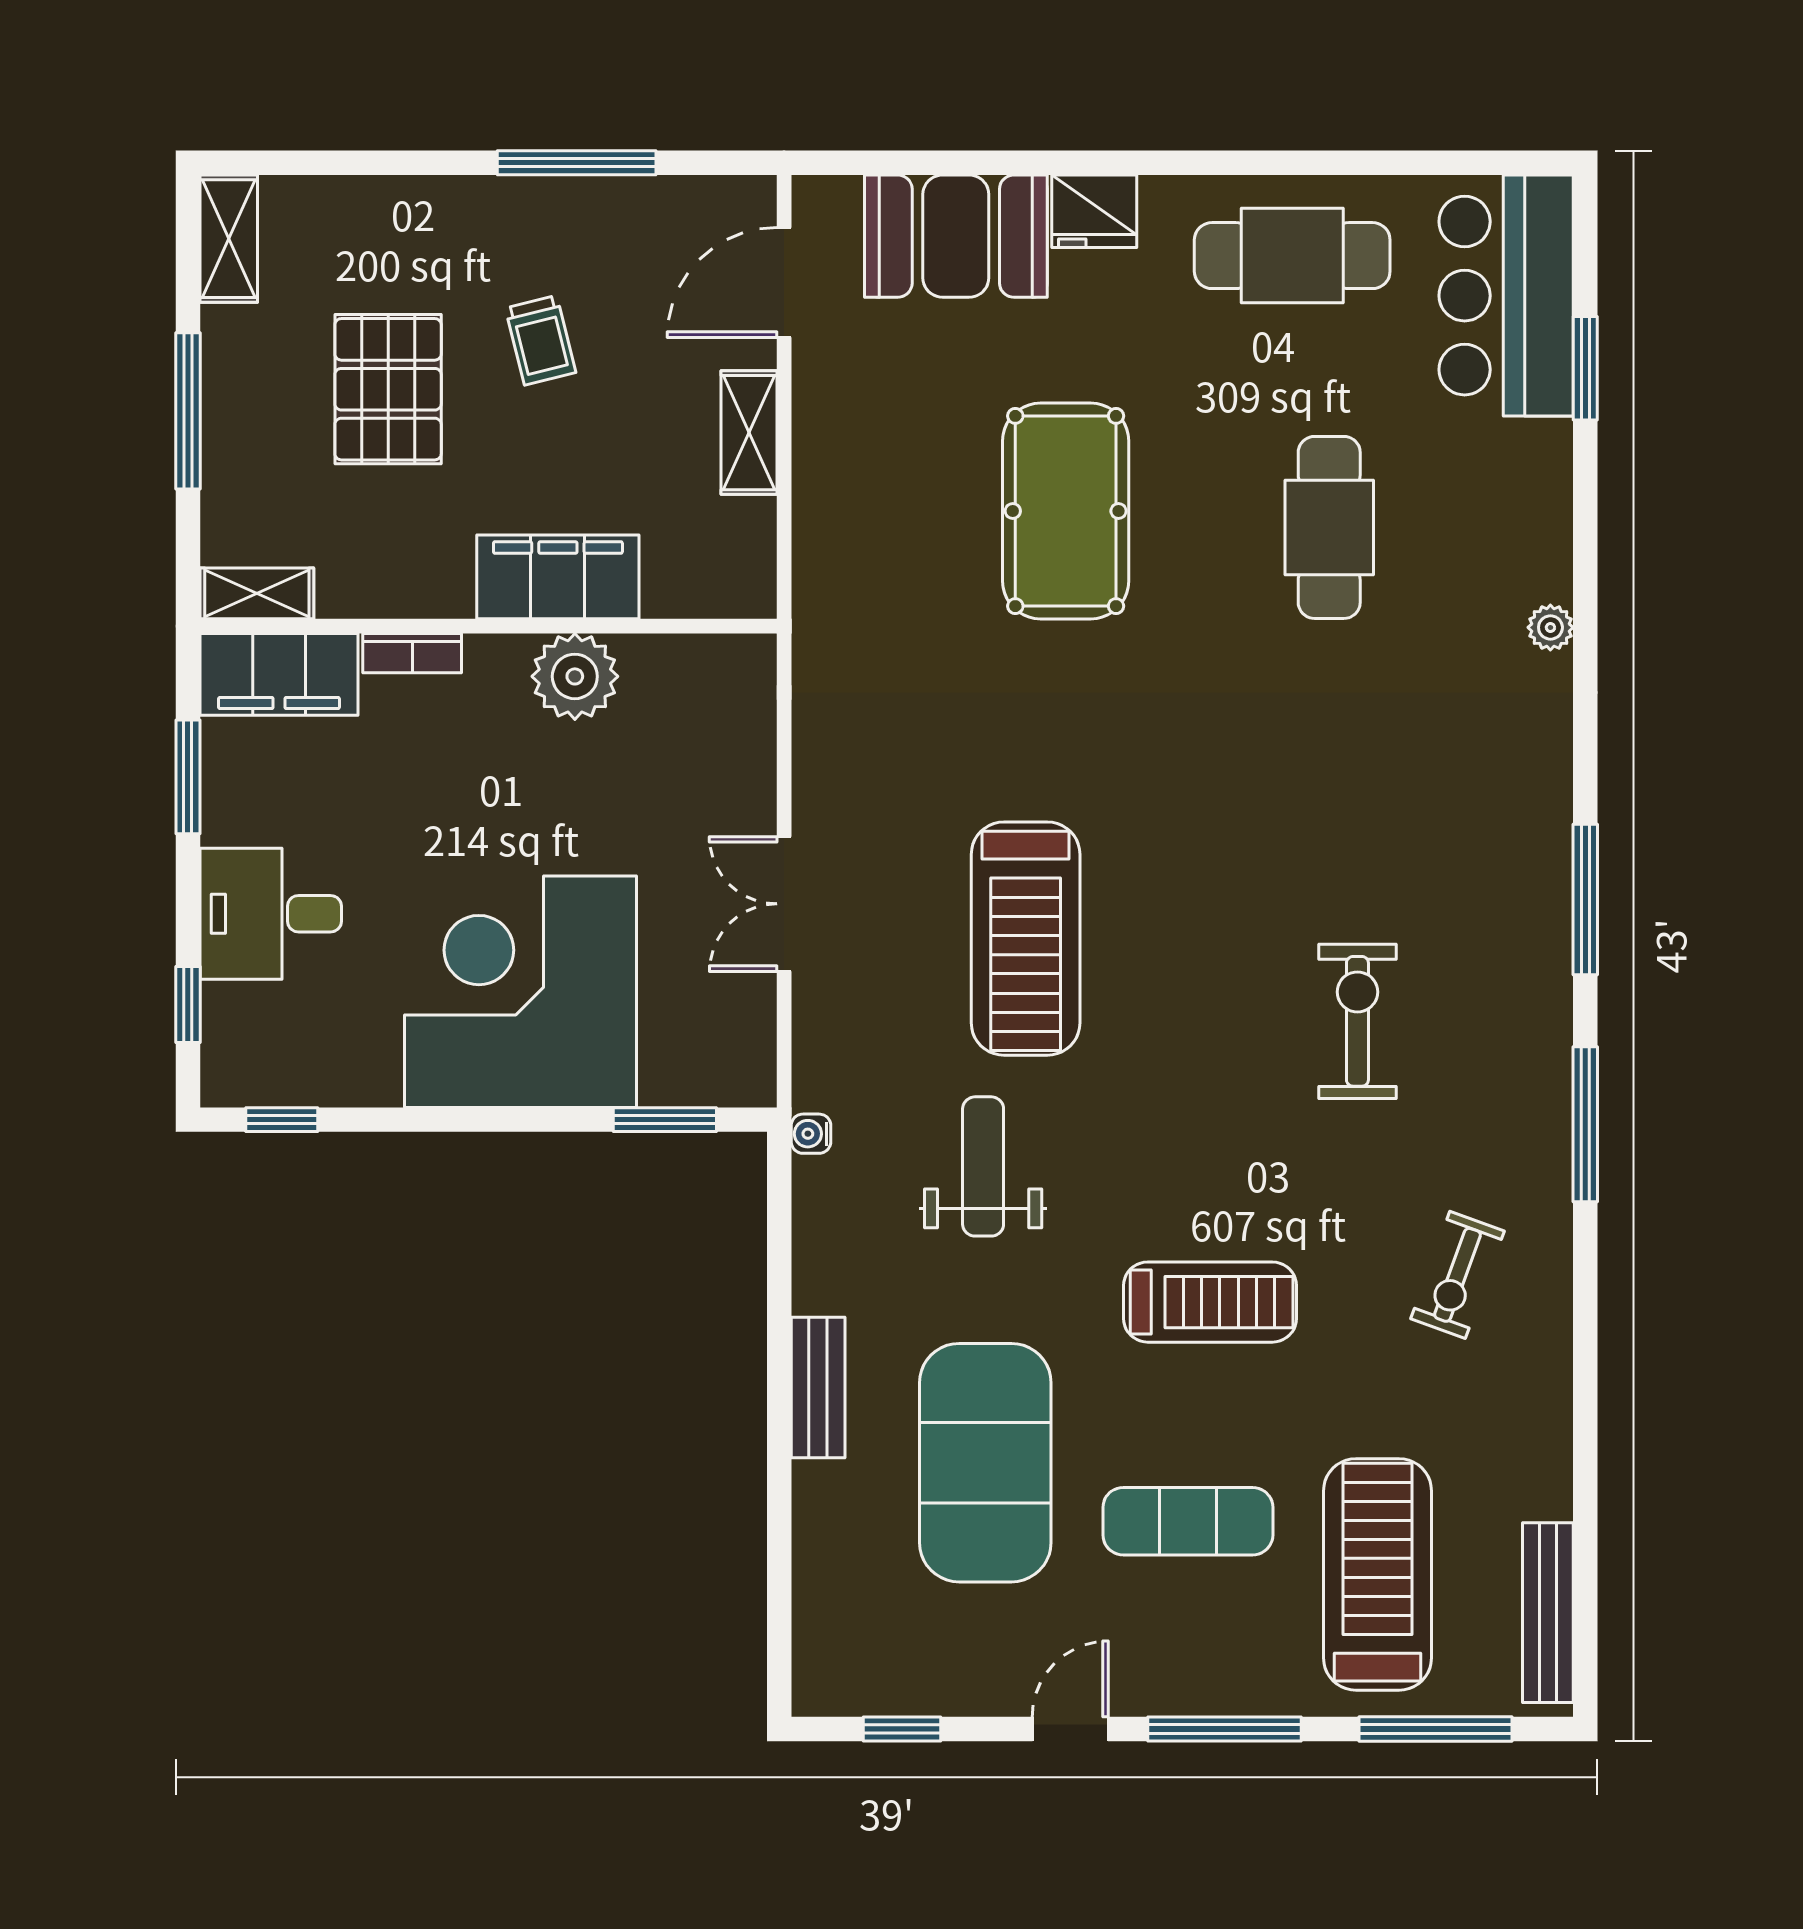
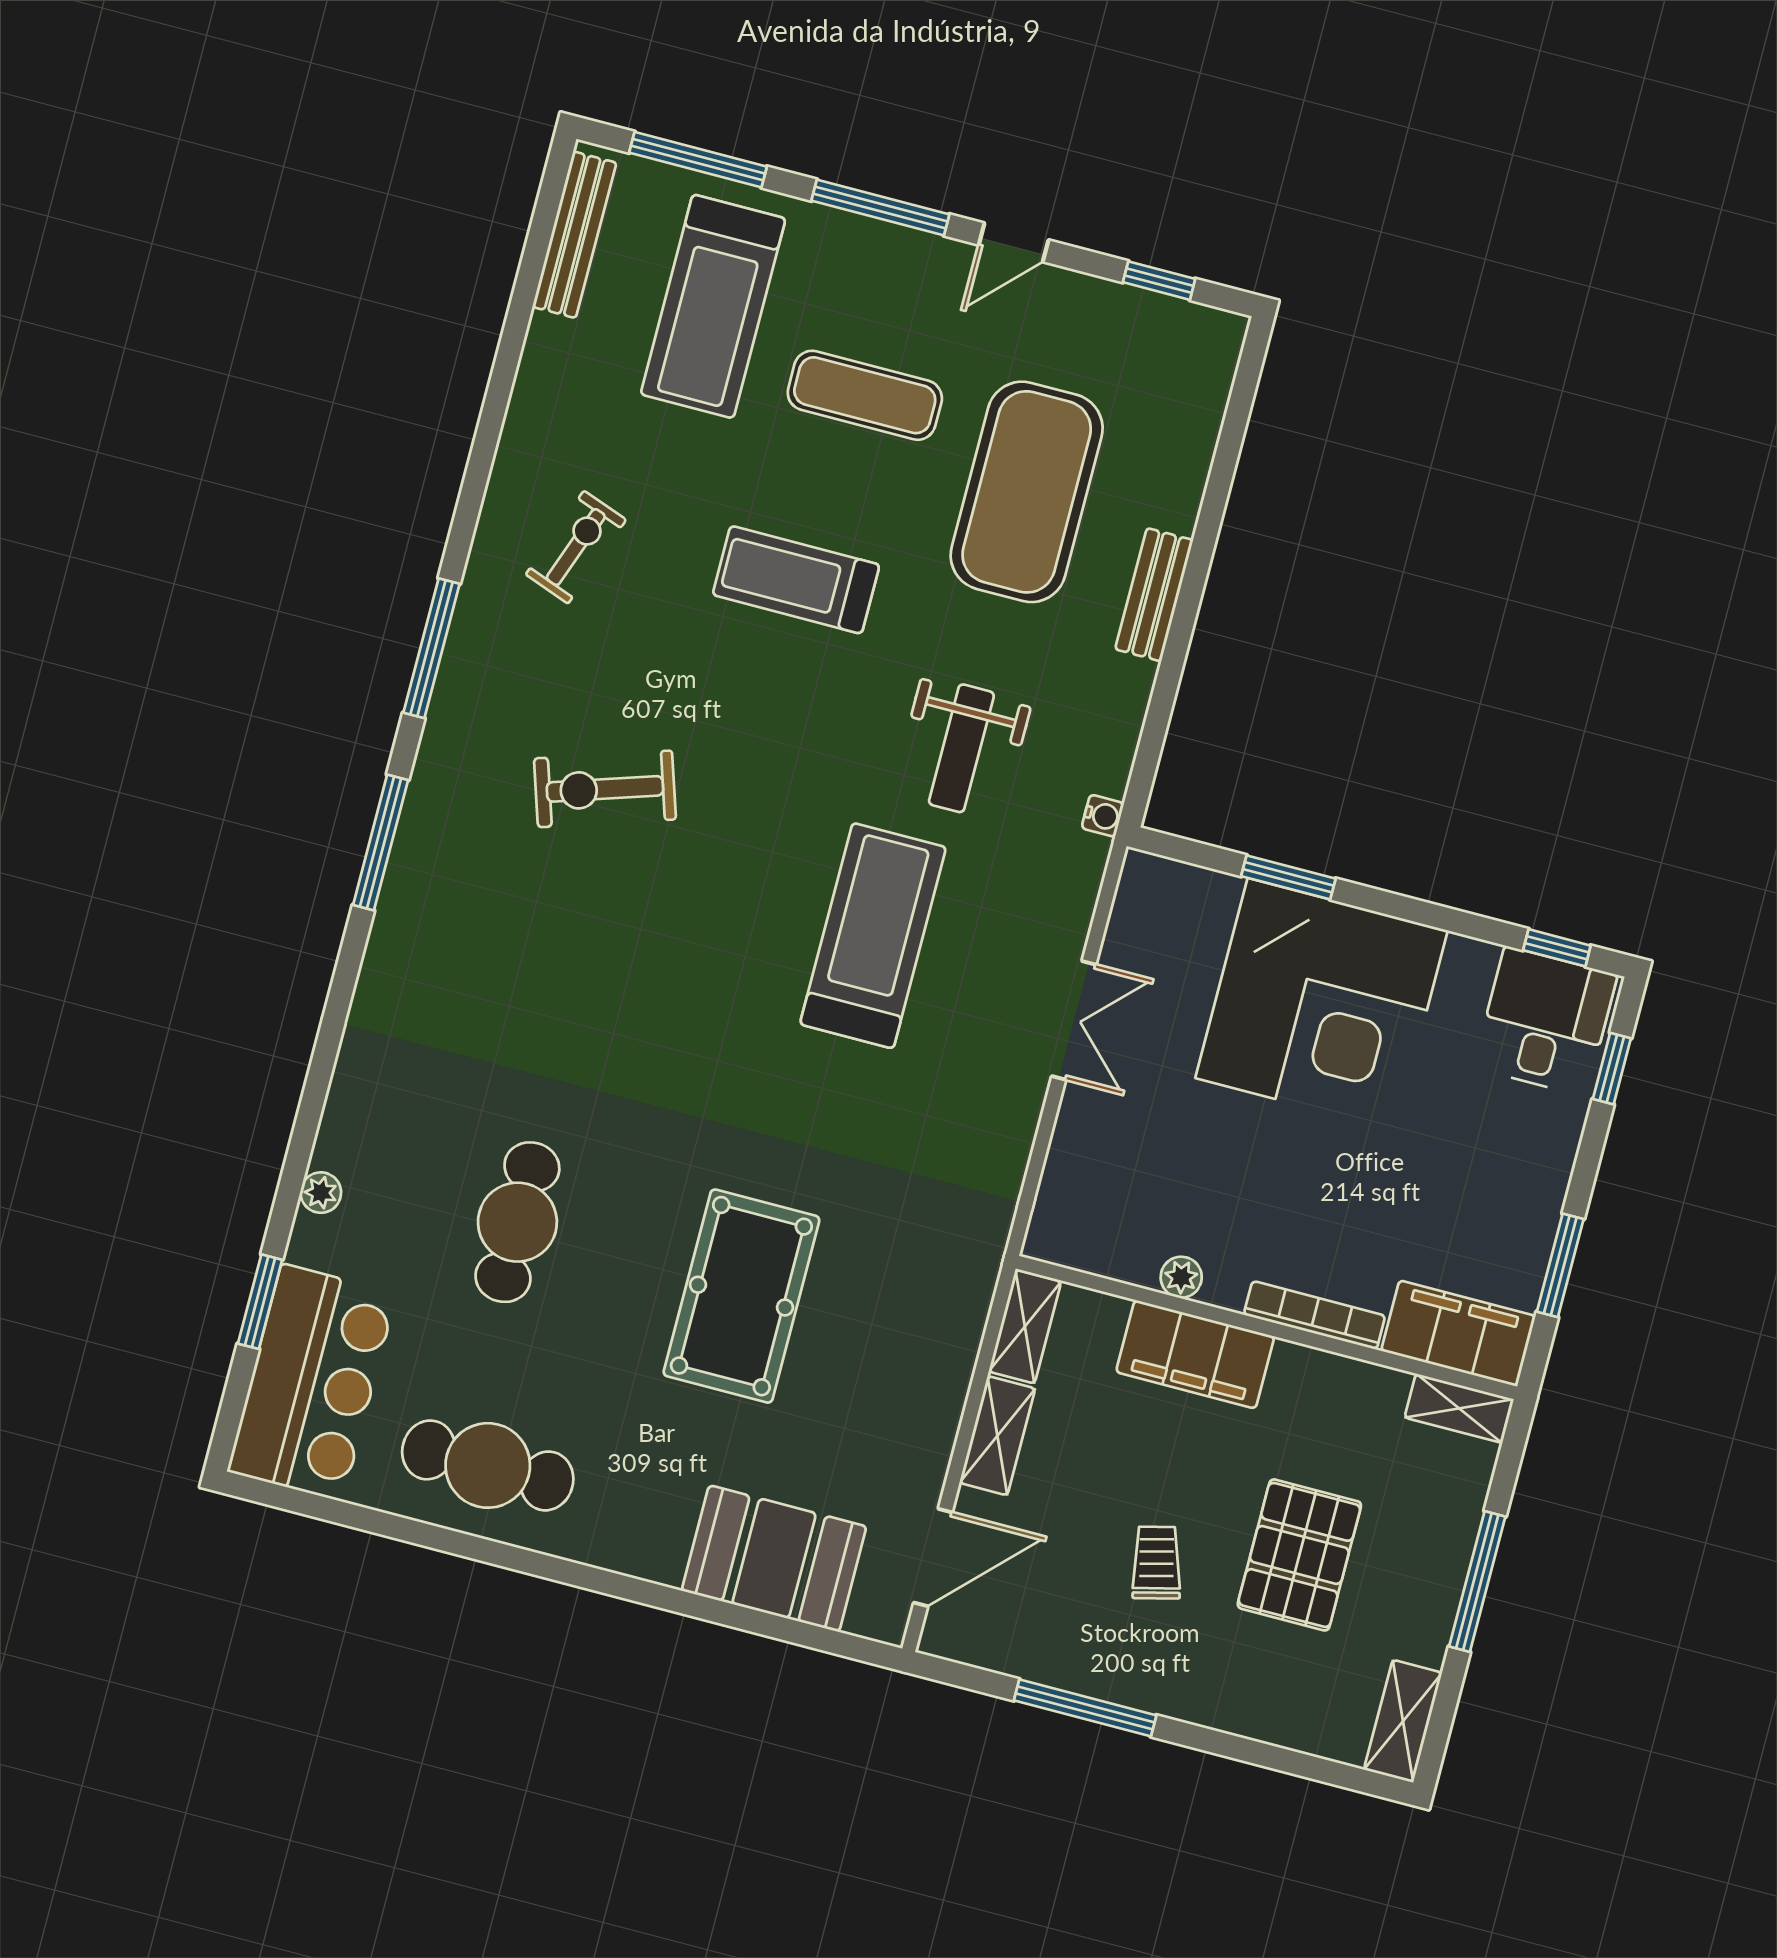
fridge: (1094, 211) -> (649, 1549), removed
shelving: (750, 558) -> (1025, 1327), added
plant: (1550, 627) -> (321, 1193), moved
bookcase: (412, 653) -> (1314, 1315), width x1.56
plant: (575, 676) -> (1181, 1277), width x0.53, depth x0.53
desk: (271, 914) -> (1545, 1021), moved, turned -90
exercise bike: (1357, 1021) -> (605, 789), turned 72
window: (665, 1120) -> (1288, 877), moved

